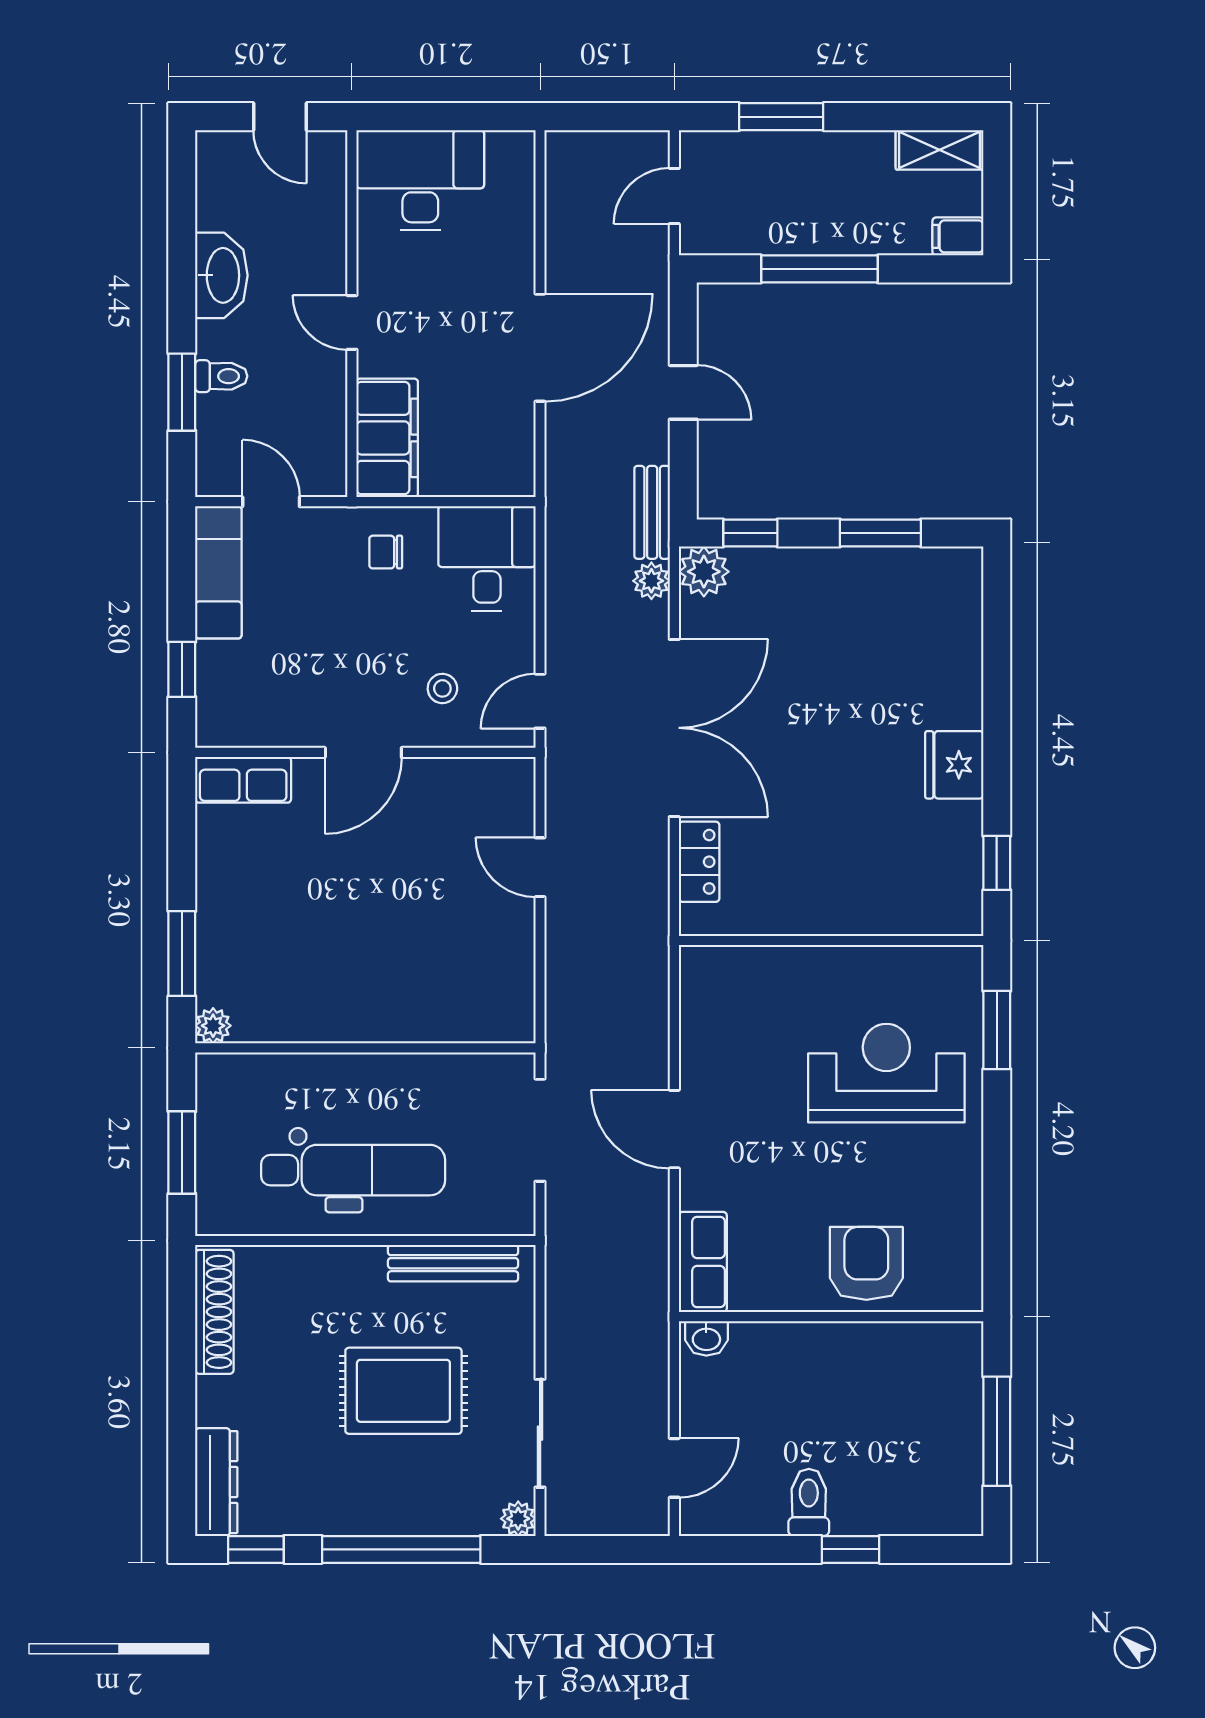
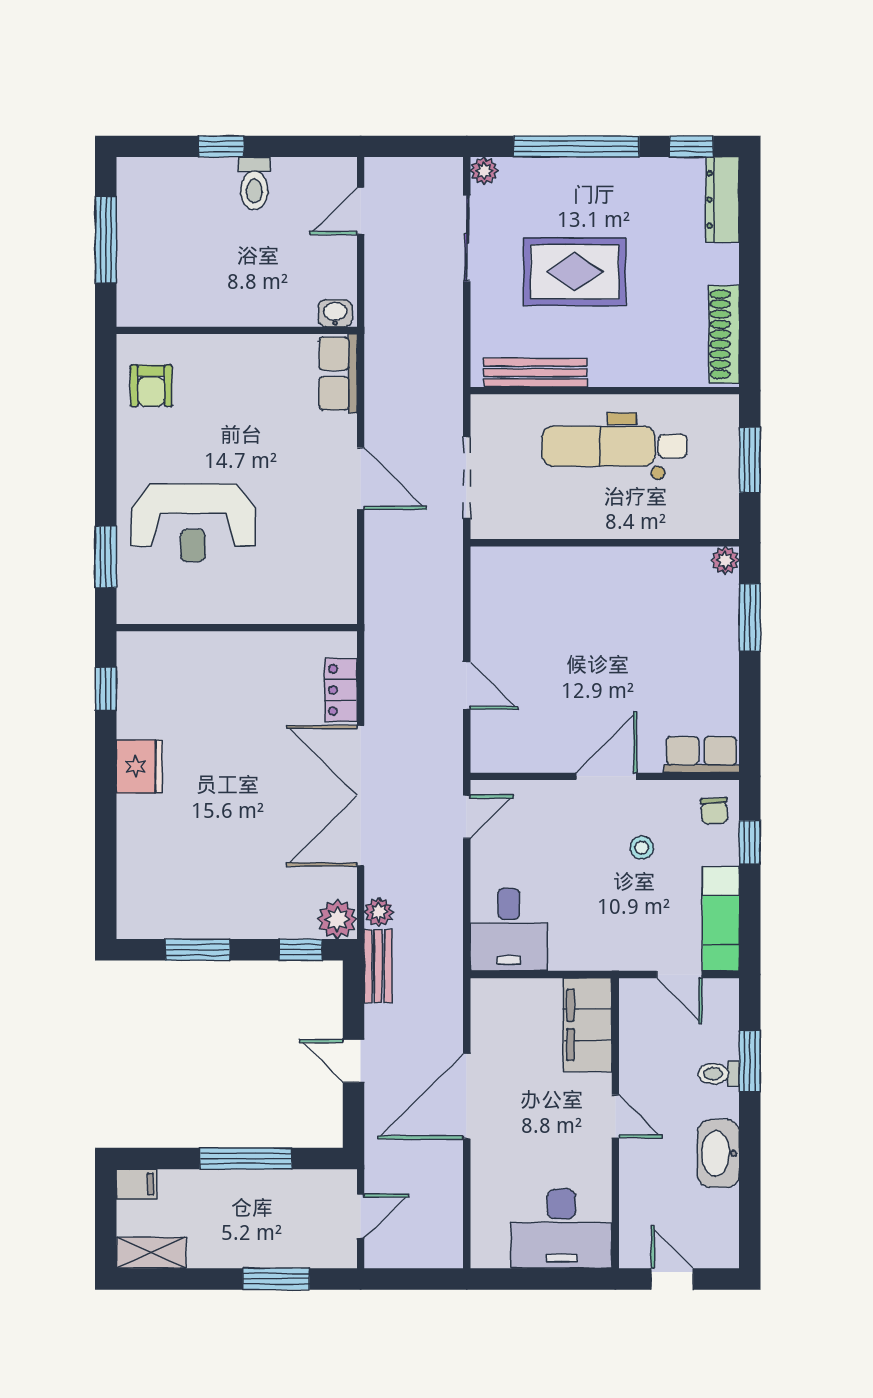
chair: (386, 552) -> (714, 811), moved, turned 86
stool: (442, 688) -> (642, 847), moved
armchair: (866, 1263) -> (151, 386), moved, width x0.72, depth x0.72

